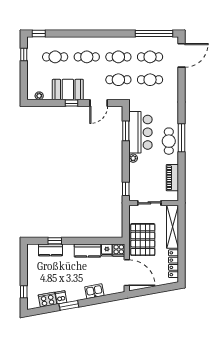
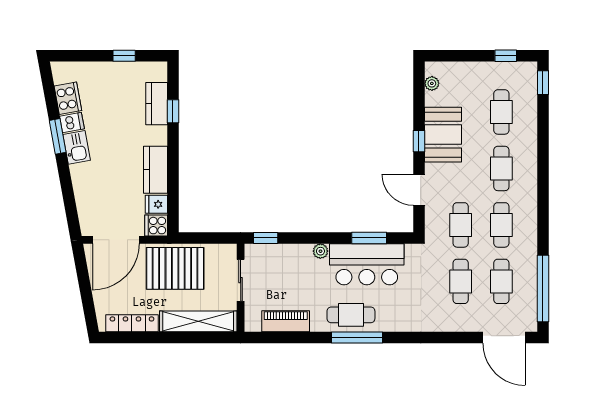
kitchen sink: (94, 291) -> (77, 147), moved
window: (24, 292) -> (124, 56), moved

